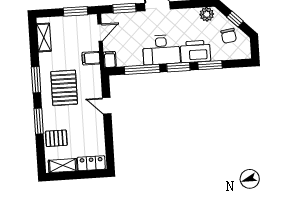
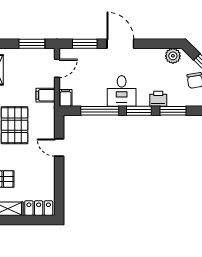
desk: (161, 50) -> (122, 91), width x0.73
printer: (195, 51) -> (158, 99), width x0.53, depth x0.68

